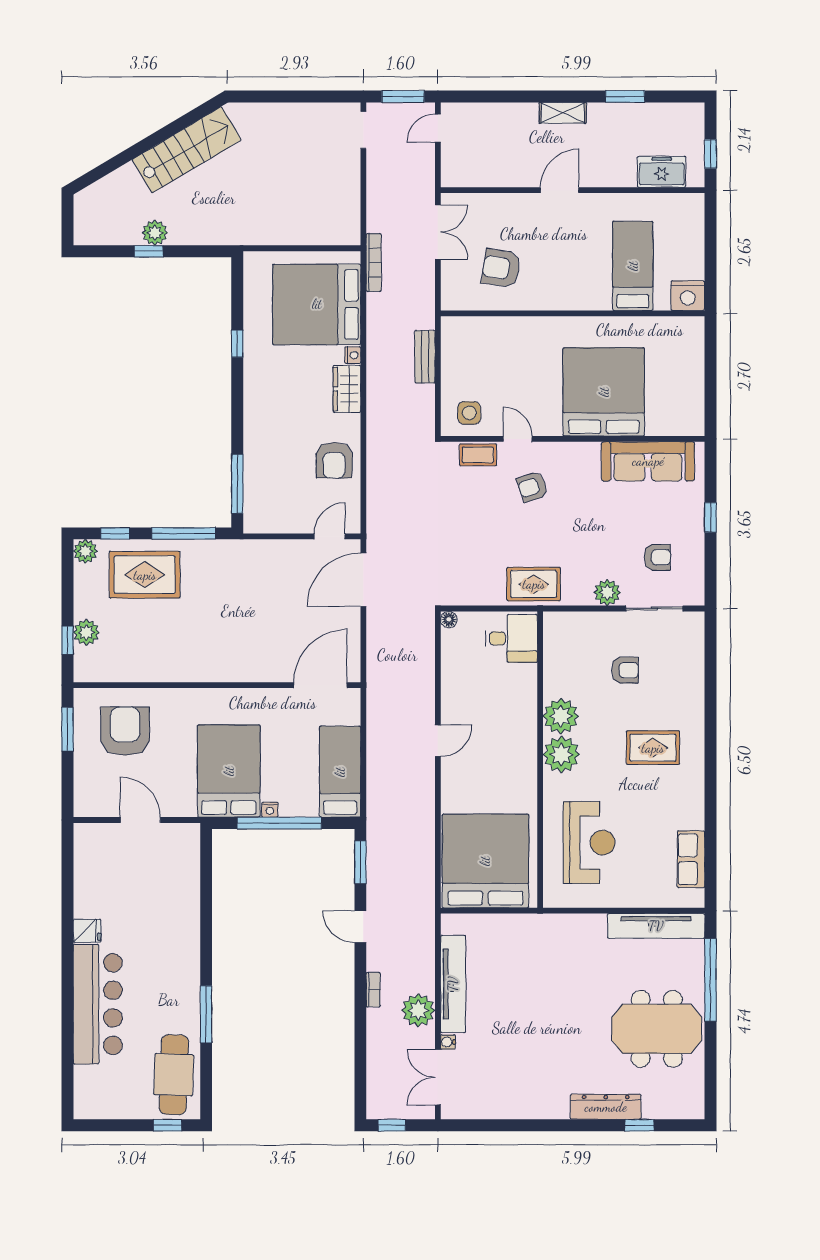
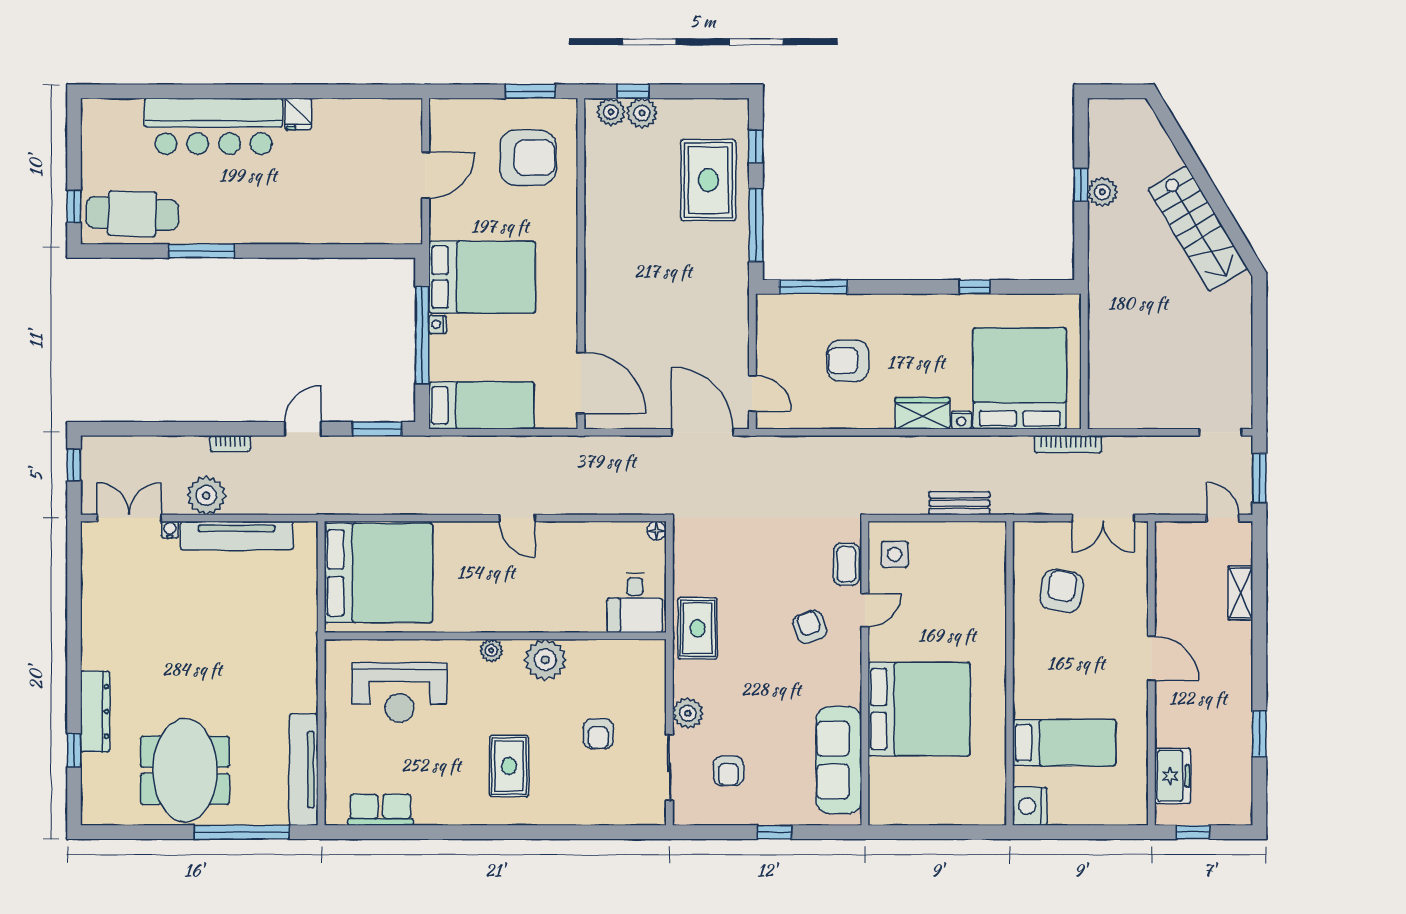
shelving: (563, 113) -> (1241, 593), moved
armchair: (334, 460) -> (848, 361), moved
plant: (85, 551) -> (611, 112), moved
plant: (561, 754) -> (491, 650), width x0.53, depth x0.53

